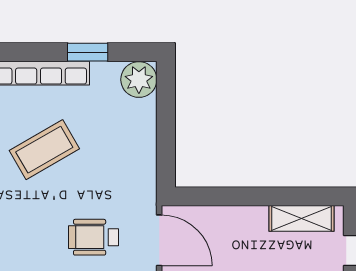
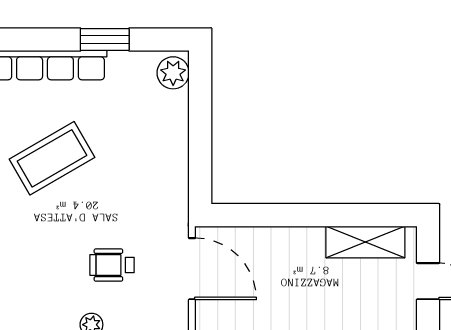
plant: (139, 80) -> (173, 73), width x0.73, depth x0.73
wheelchair: (94, 237) -> (112, 265), width x0.73, depth x0.73

